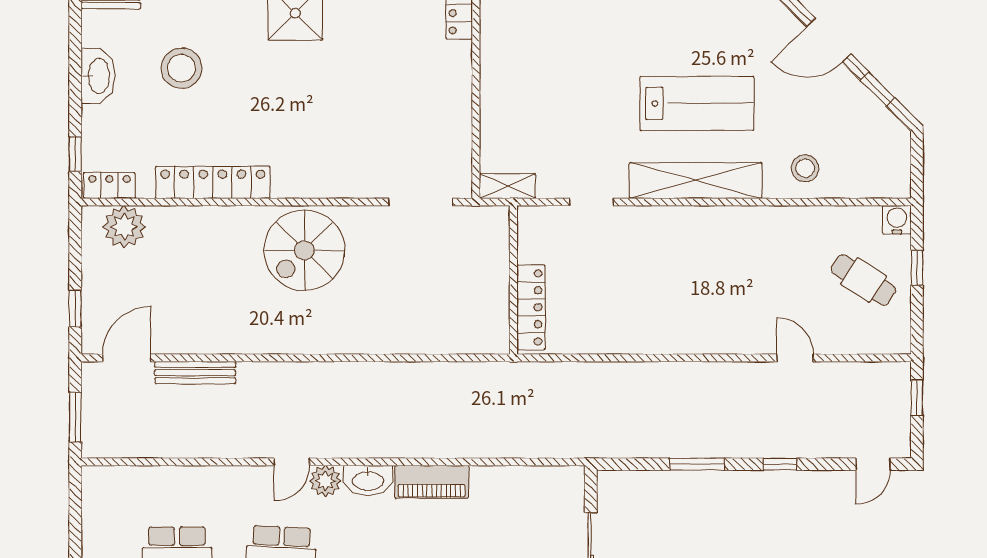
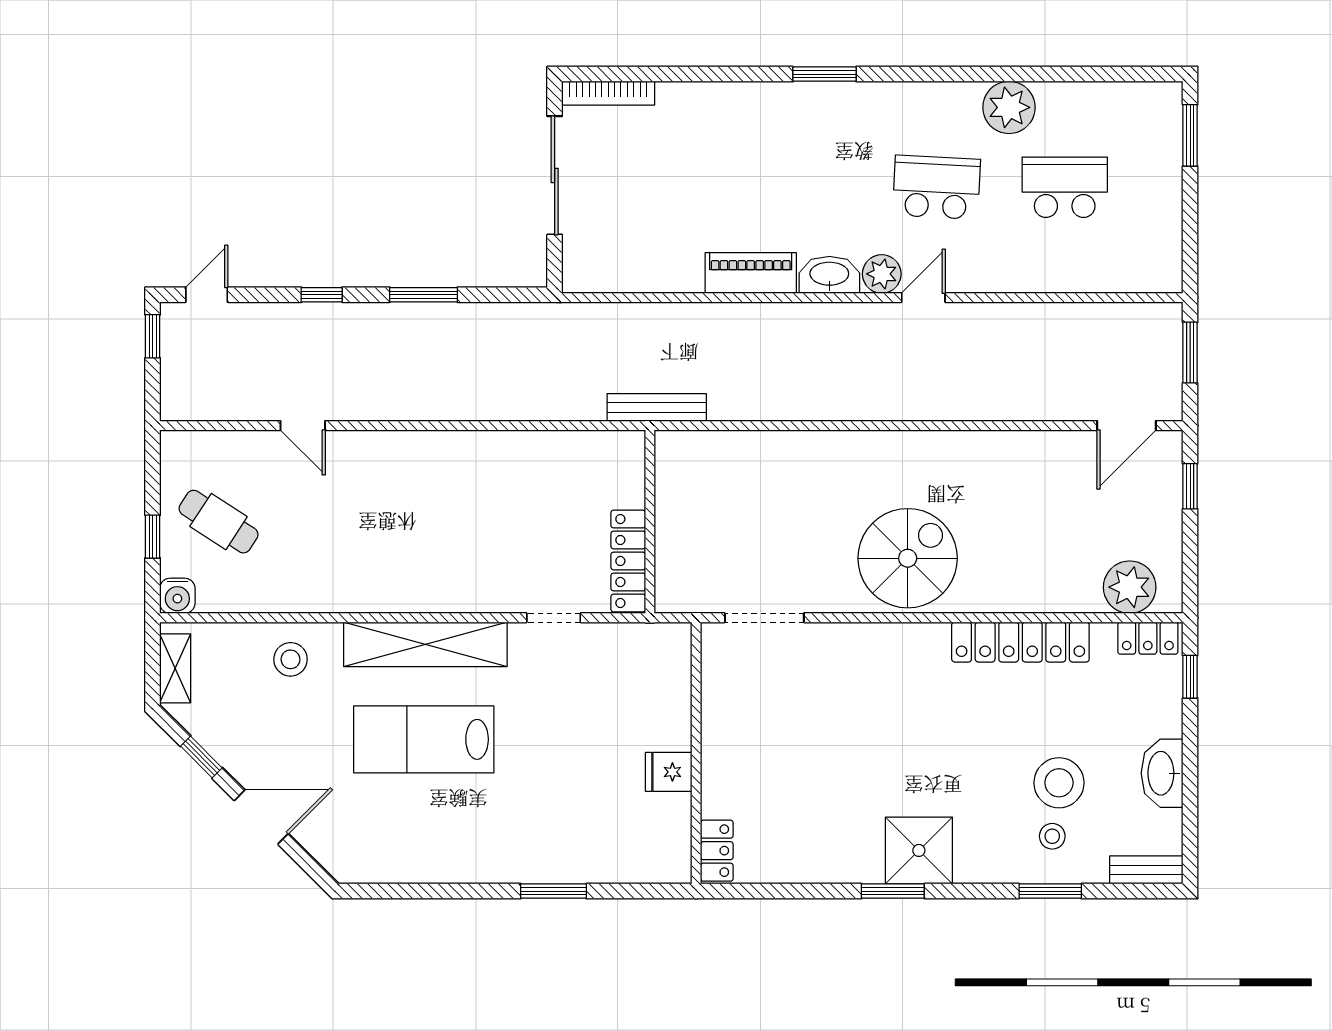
stool: (187, 25) -> (1052, 836), added
fridge: (498, 77) -> (669, 772), added
shelving: (507, 186) -> (175, 668), moved, turned 90
locker: (531, 307) -> (628, 561), moved
bench: (195, 373) -> (657, 407), moved
window: (917, 398) -> (153, 336), moved

